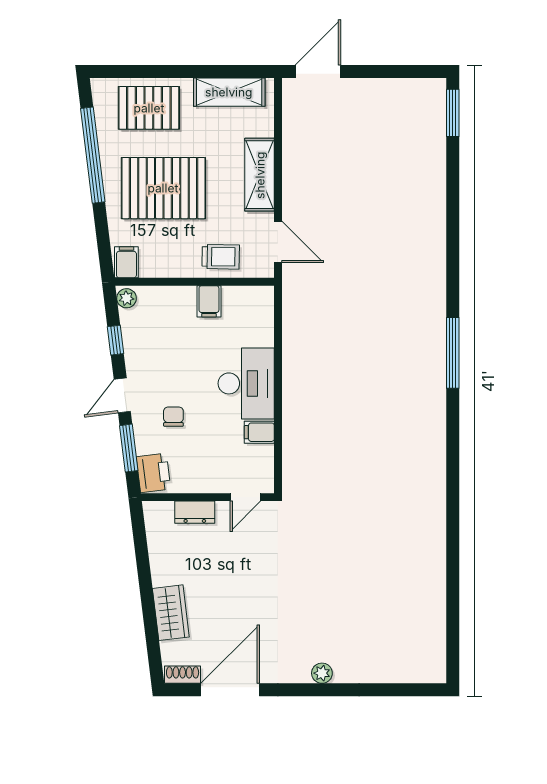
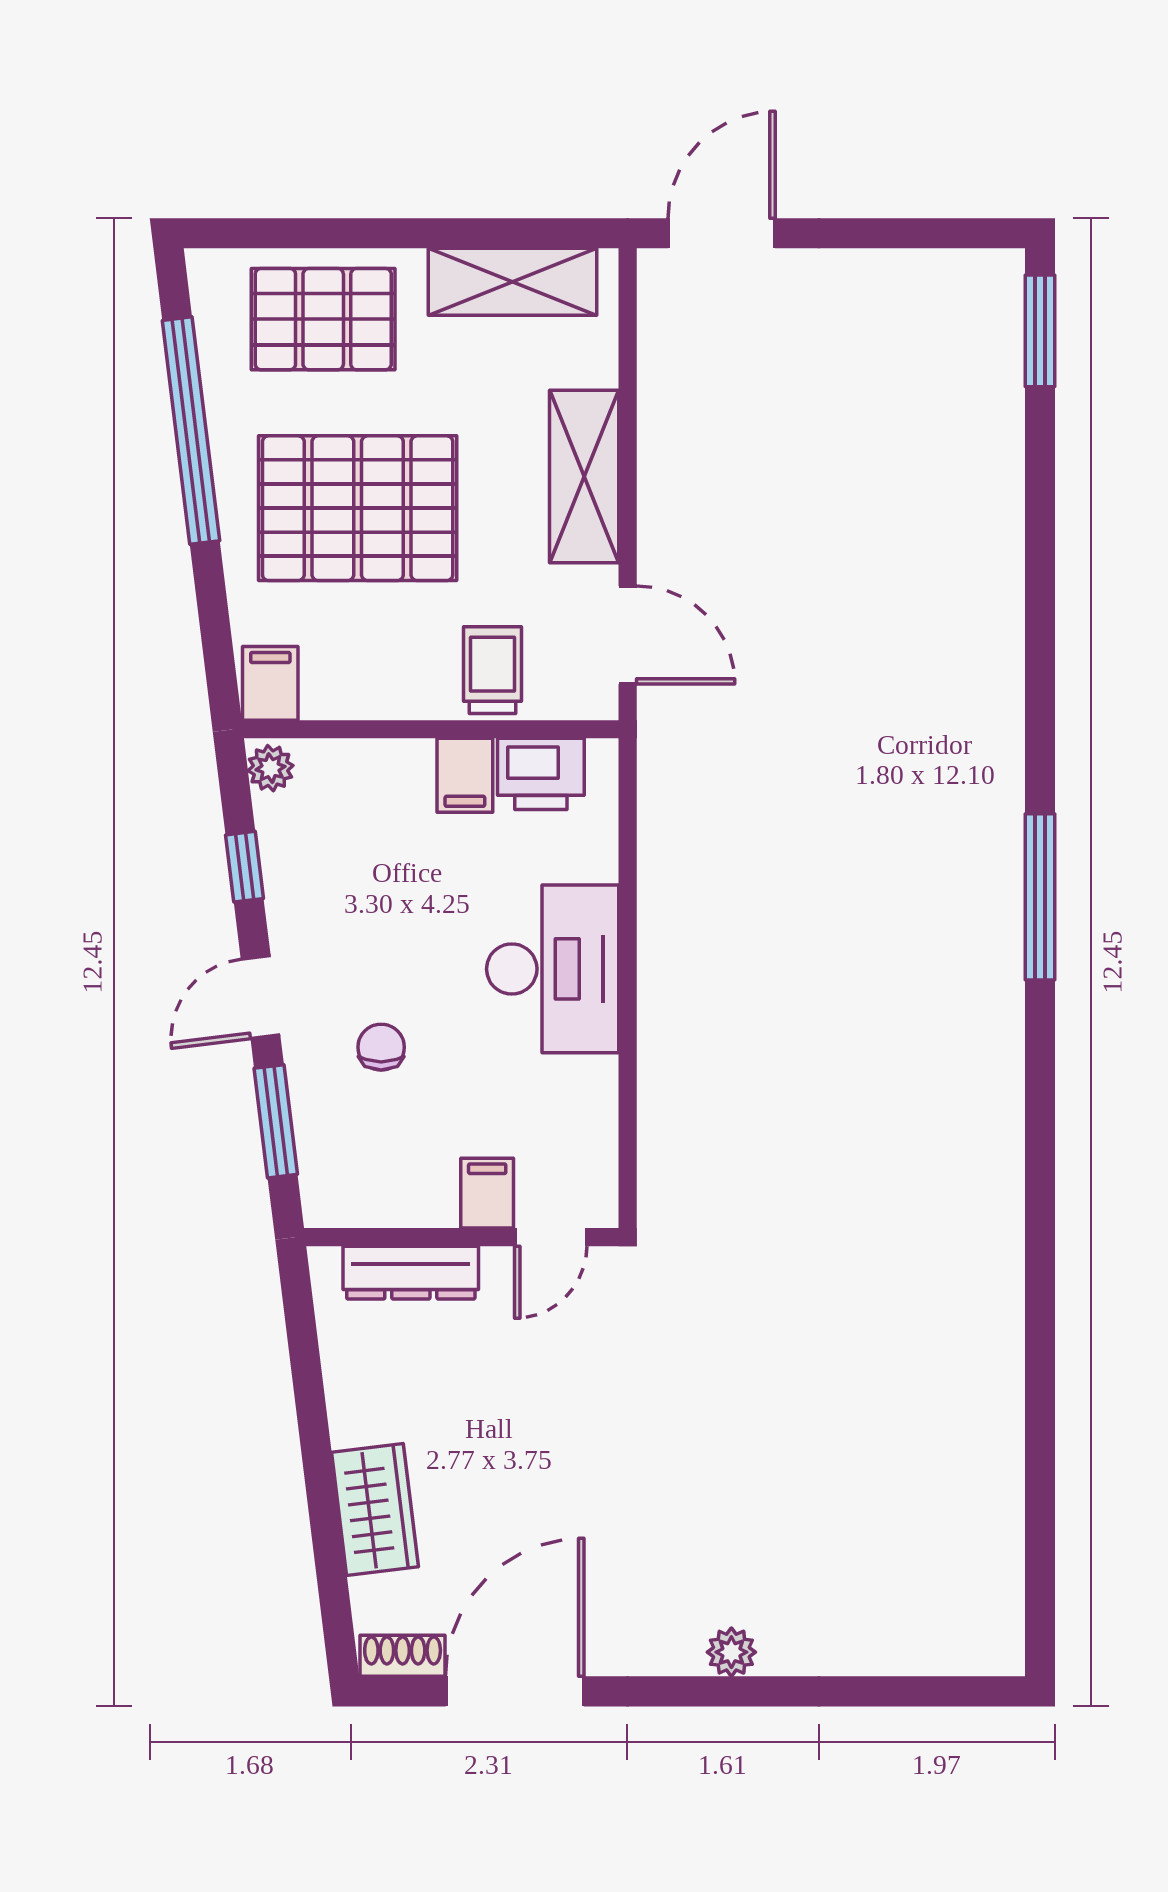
trolley: (221, 257) -> (493, 670), turned -91
filing cabinet: (259, 432) -> (487, 1193), moved, turned 90
printer: (154, 473) -> (541, 774), moved, turned 97
dresser: (195, 512) -> (411, 1273), width x1.44

